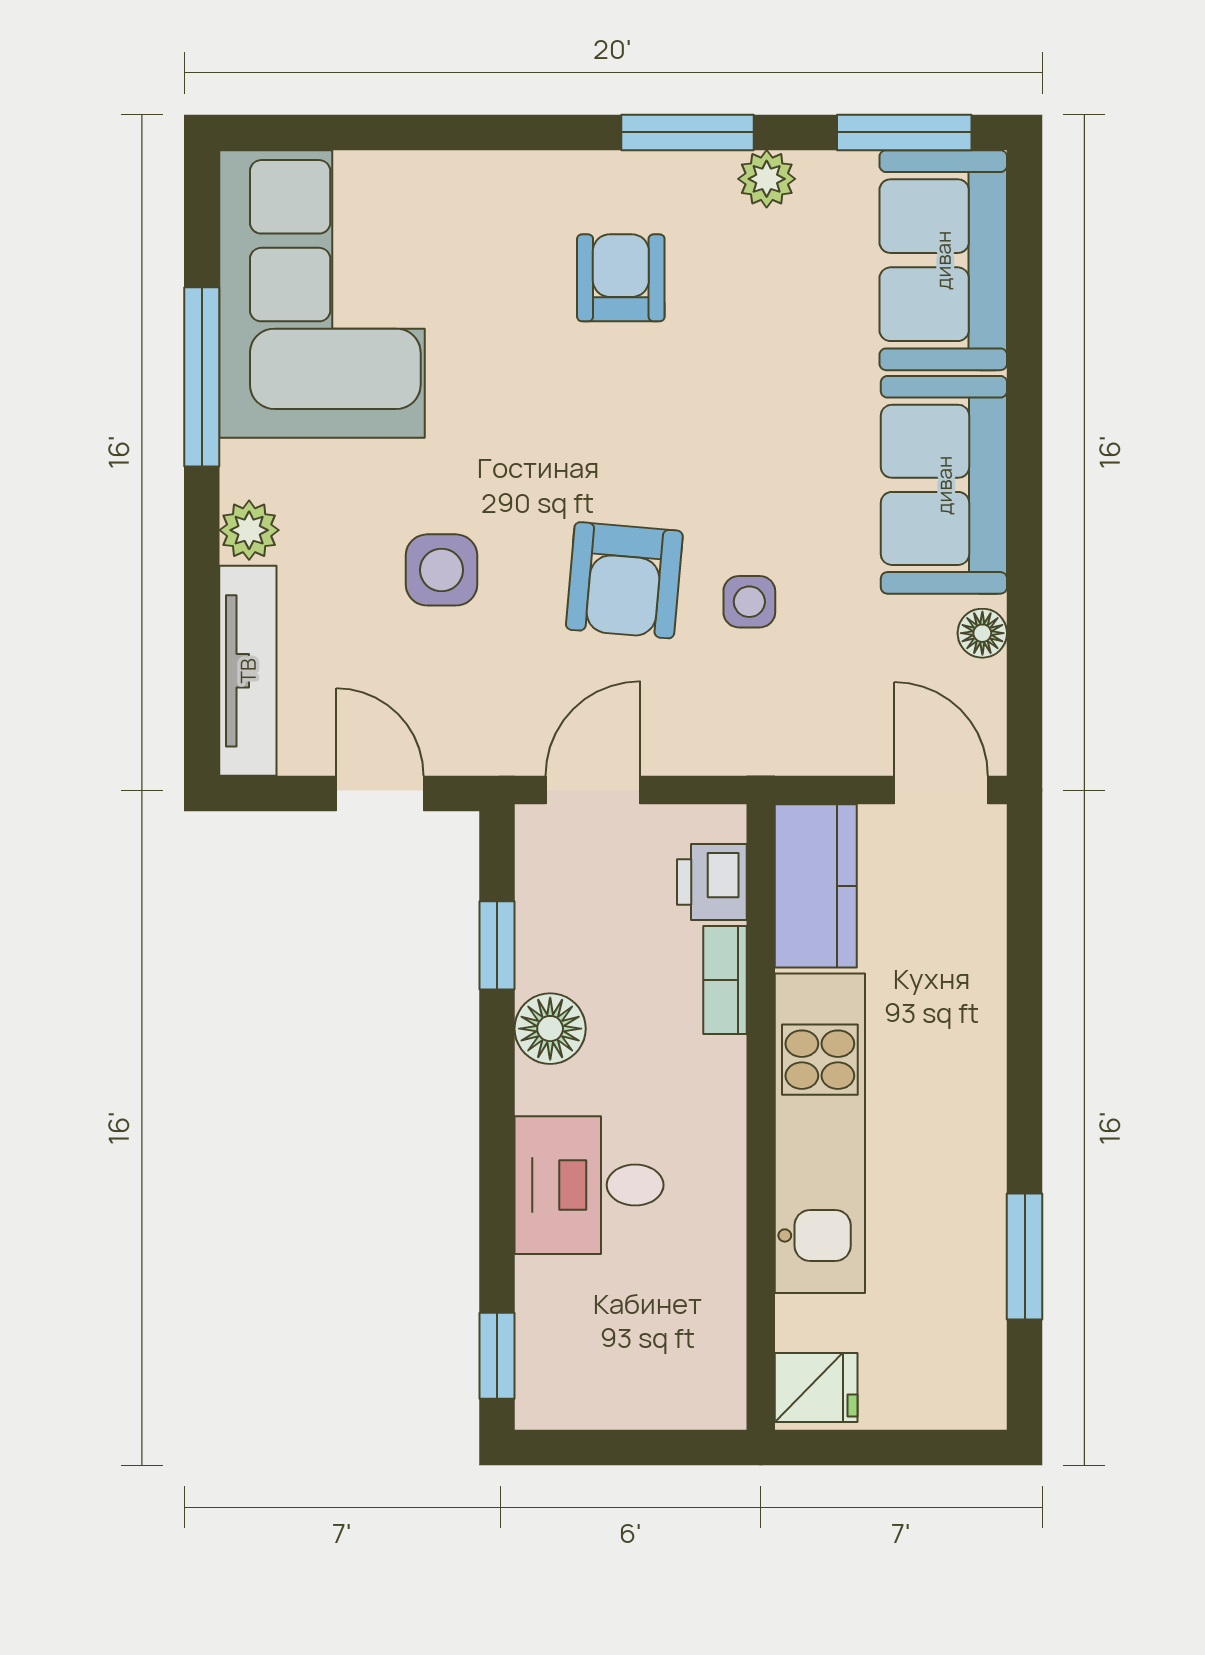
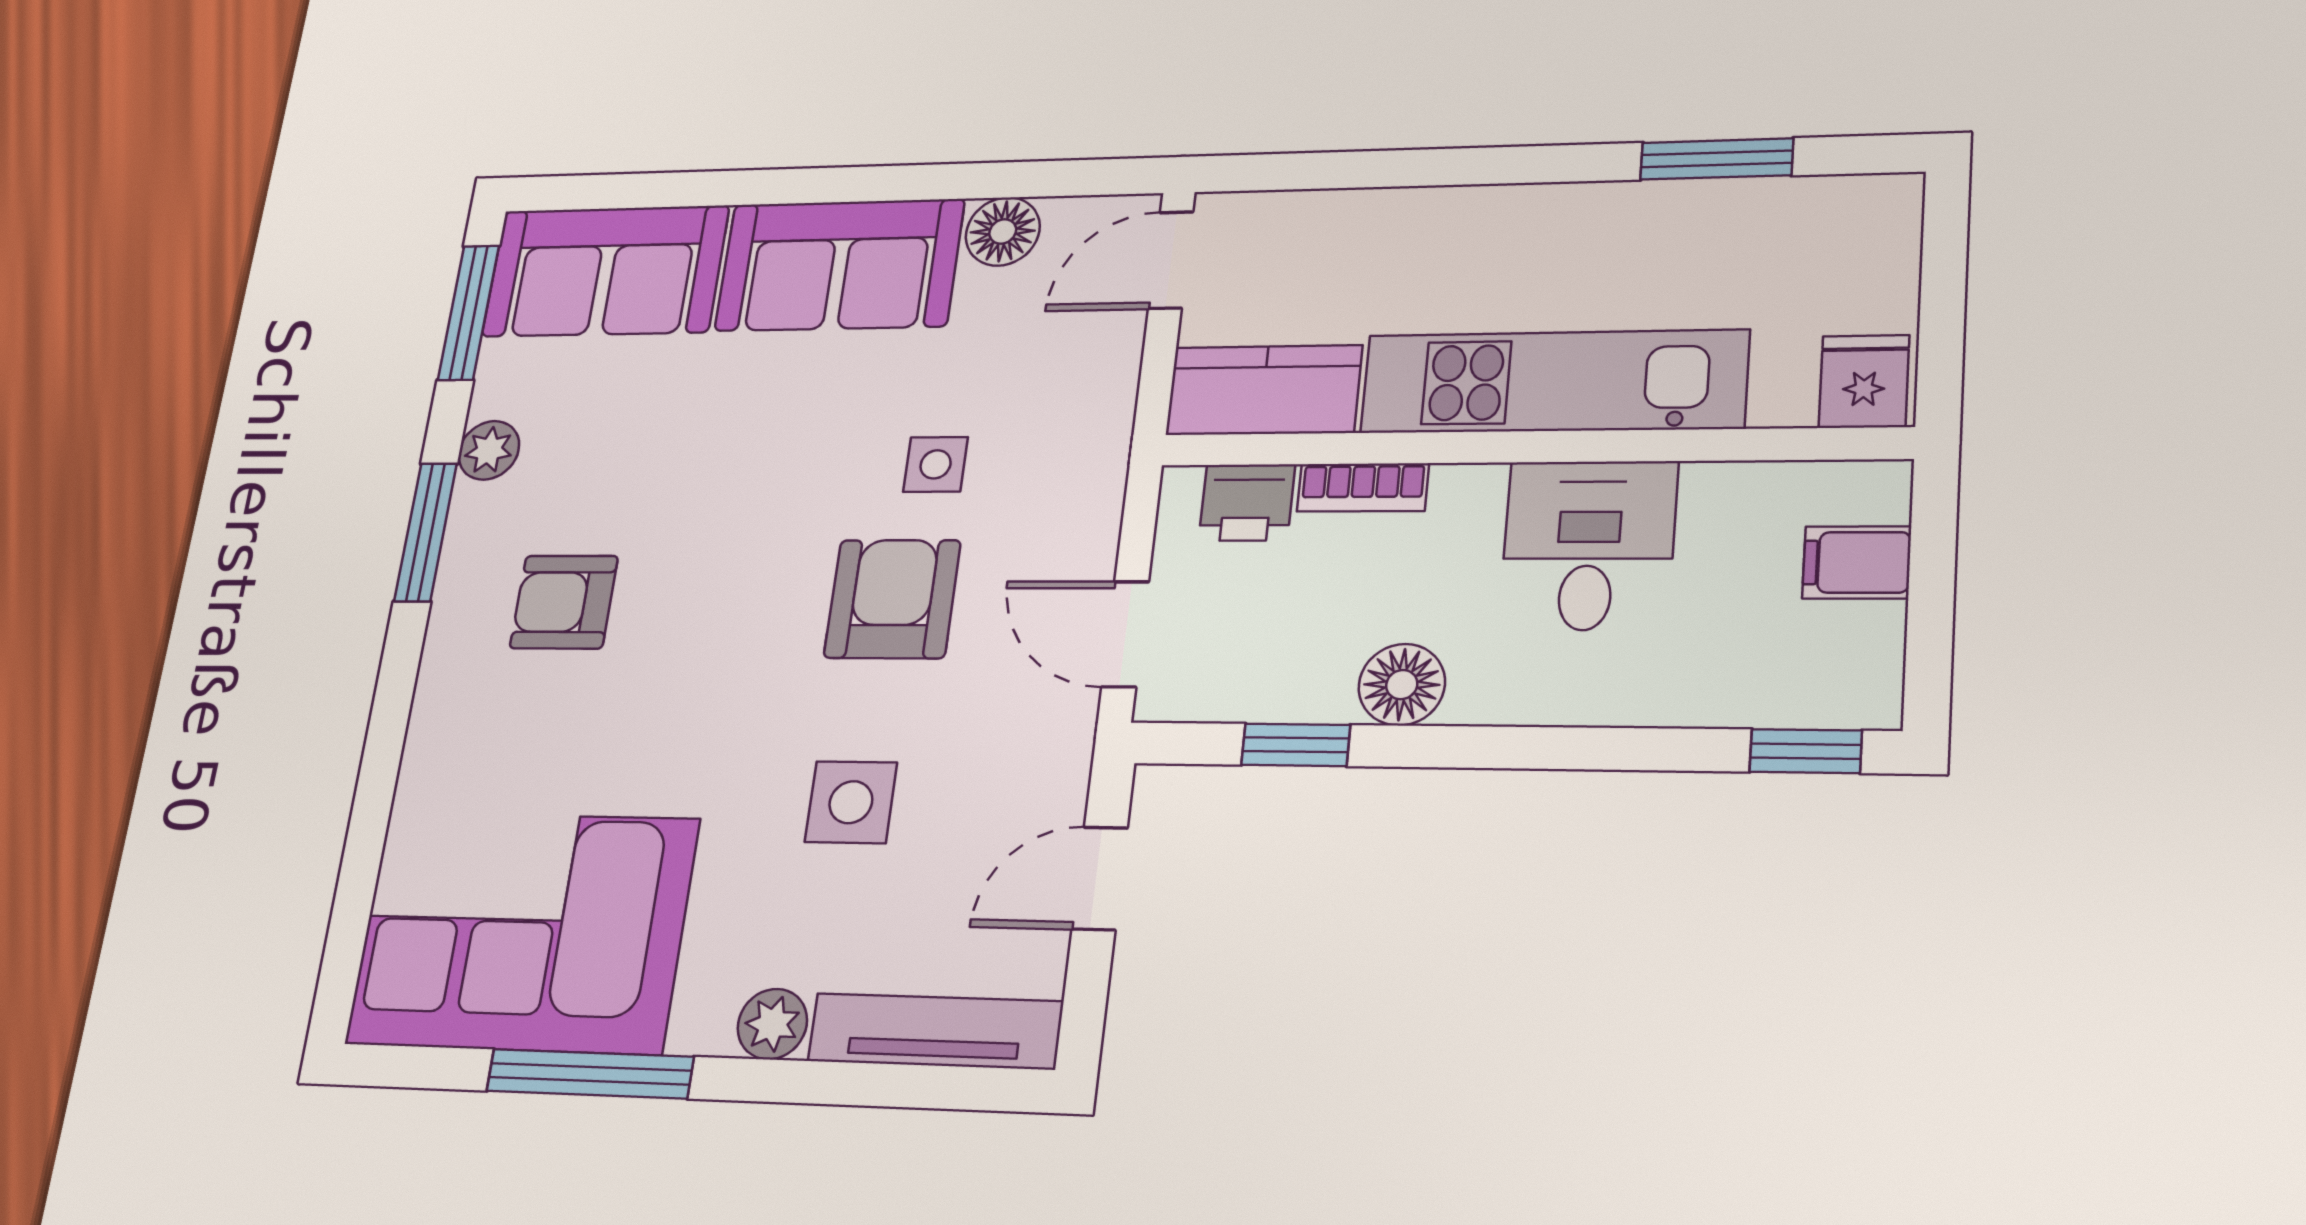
armchair: (624, 580) -> (892, 599), turned -95
floor lamp: (982, 633) -> (1003, 231), width x1.37, depth x1.37
desk: (589, 1185) -> (1589, 545), moved, turned 180
filing cabinet: (657, 1388) -> (1857, 562), added

